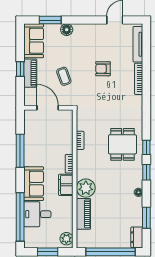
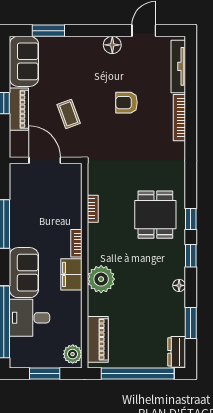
floor lamp: (67, 30) -> (112, 45), moved
piano: (83, 214) -> (98, 339), moved

